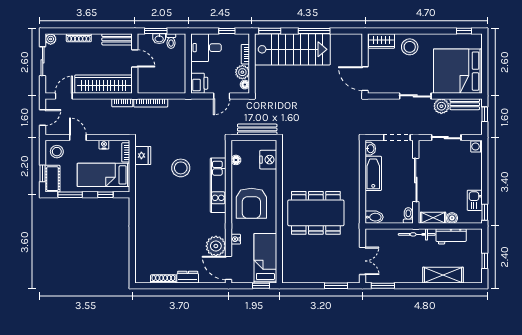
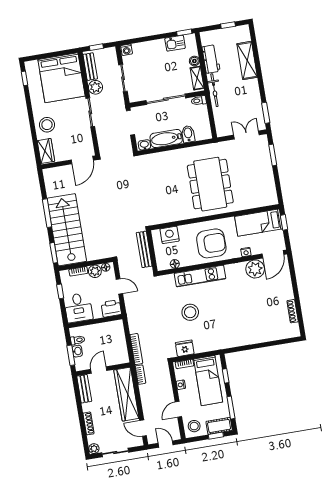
bidet: (374, 217) -> (188, 134), moved
dresser: (188, 277) -> (287, 290), removed

